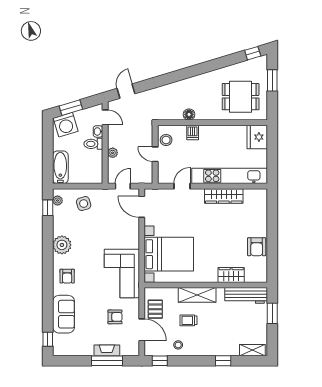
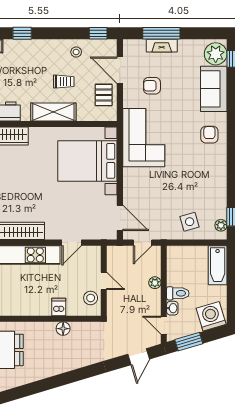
window: (71, 108) -> (189, 342), moved
plant: (62, 245) -> (216, 54), moved

